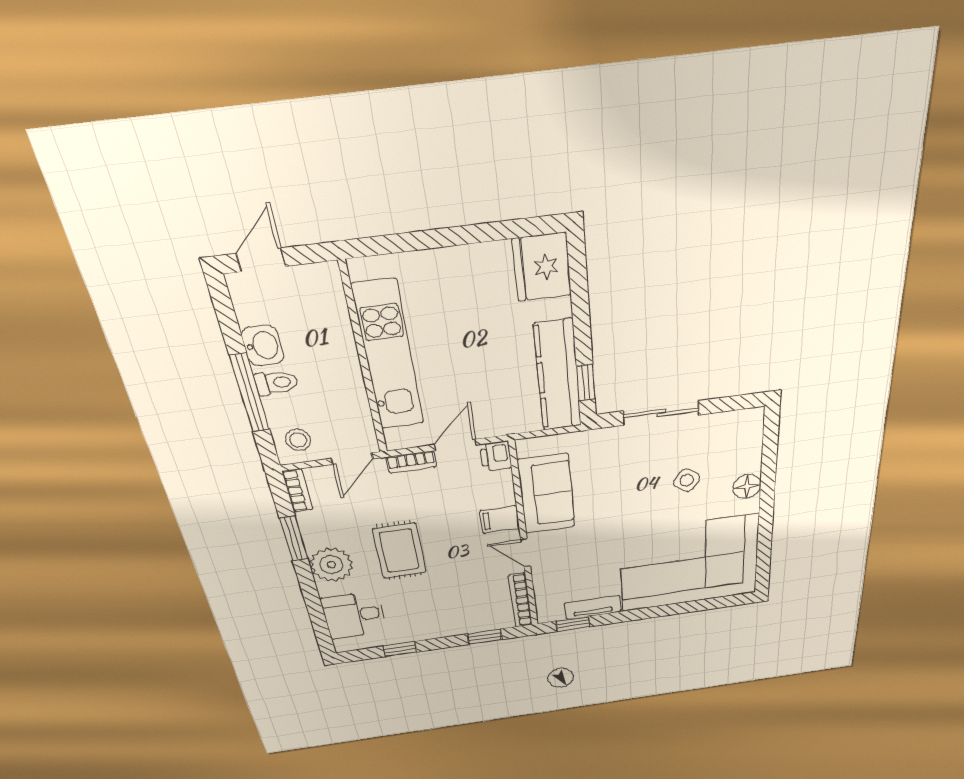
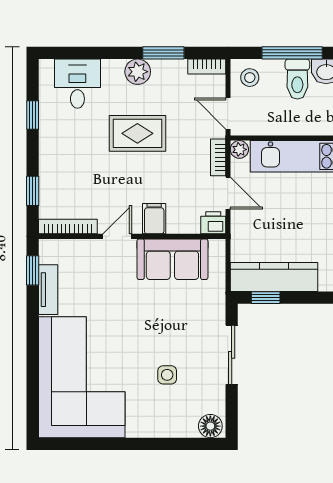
toilet: (276, 383) -> (297, 79), width x1.37, depth x1.39
plant: (396, 439) -> (239, 149), added
side table: (687, 480) -> (167, 375), turned -36
floor lamp: (747, 486) -> (210, 426), moved
plant: (331, 565) -> (138, 72), width x0.73, depth x0.73

